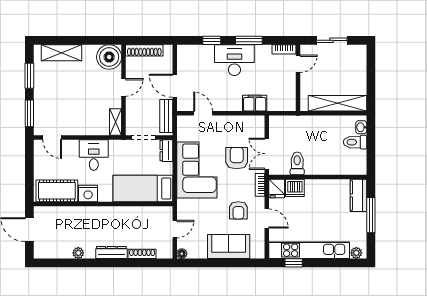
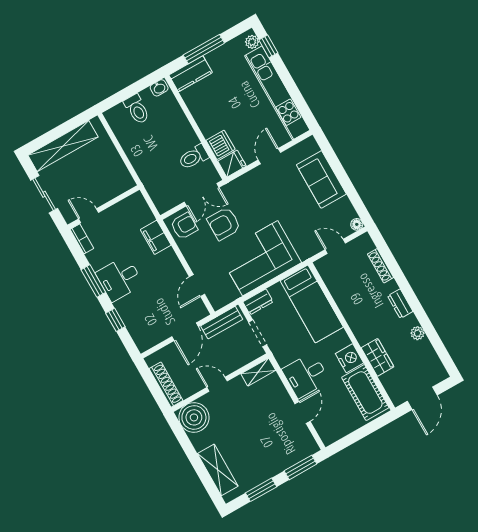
desk: (234, 60) -> (119, 279), width x0.73
shelving: (337, 103) -> (63, 146), moved, turned 90
washbasin: (361, 127) -> (159, 88), moved
door: (52, 137) -> (303, 412), moved
bookcase: (260, 185) -> (238, 183), removed
armchair: (238, 210) -> (184, 226), moved
wardrobe: (77, 214) -> (377, 357), added
dresser: (111, 252) -> (400, 304), width x0.70
window: (294, 263) -> (268, 46), moved

